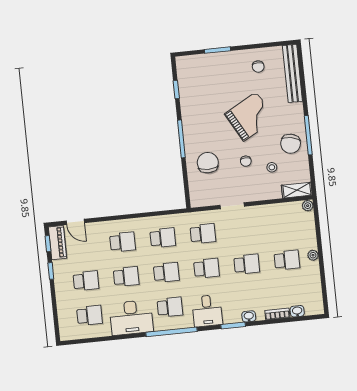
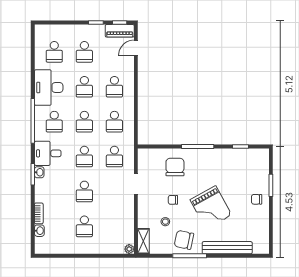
chair: (258, 67) -> (257, 199), moved
bench: (292, 73) -> (227, 248), moved
chair: (208, 163) -> (175, 167), turned -90
plant: (313, 255) -> (86, 249), removed
washbasin: (249, 316) -> (39, 172), moved

